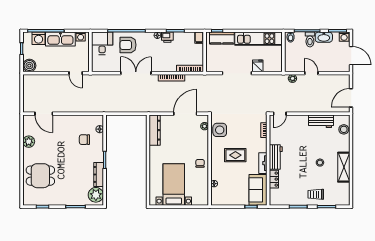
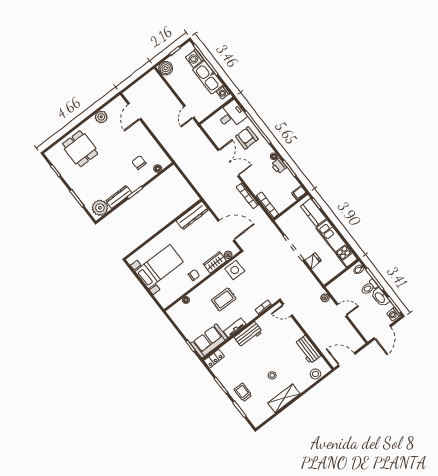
door: (311, 73) -> (342, 310), hinge flipped
wardrobe: (203, 140) -> (215, 263), added
rug: (235, 155) -> (224, 299), turned 90
locker: (274, 179) -> (214, 359), moved

